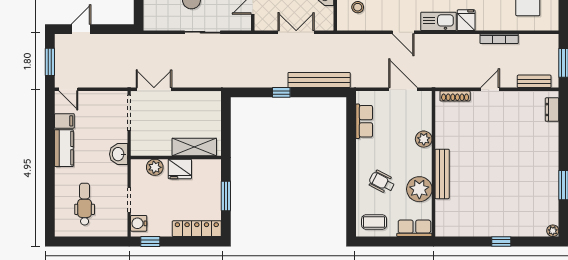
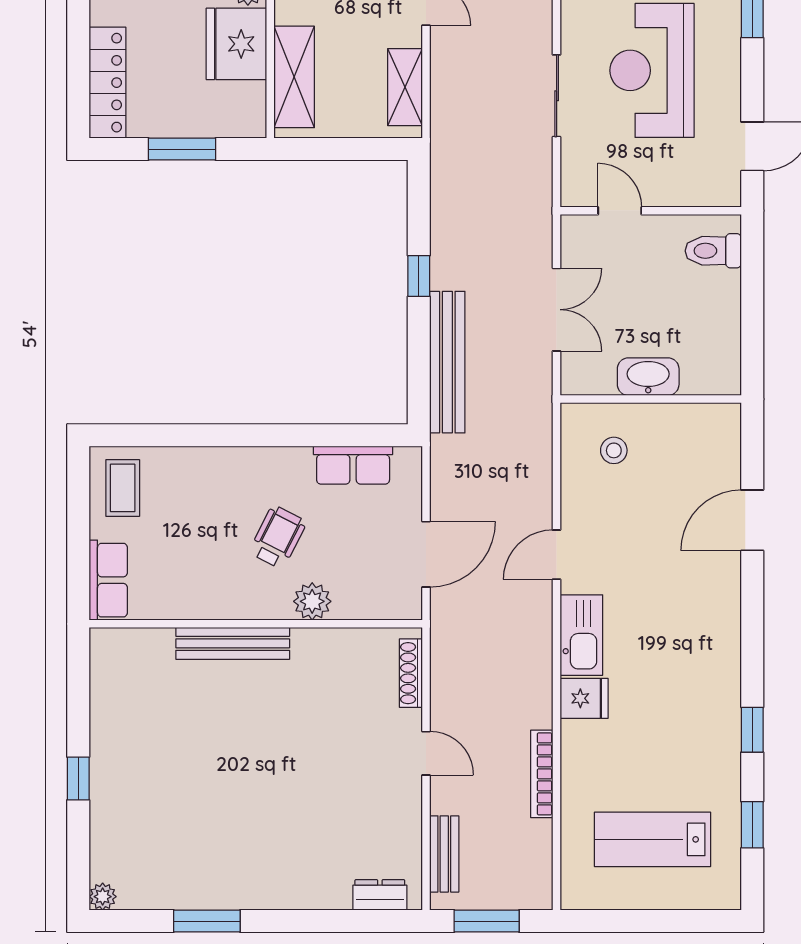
shelving: (199, 98) -> (405, 87), added
fridge: (180, 169) -> (236, 44), width x1.36, depth x1.34
wheelchair: (382, 182) -> (278, 537), moved
plant: (419, 189) -> (198, 591), removed

